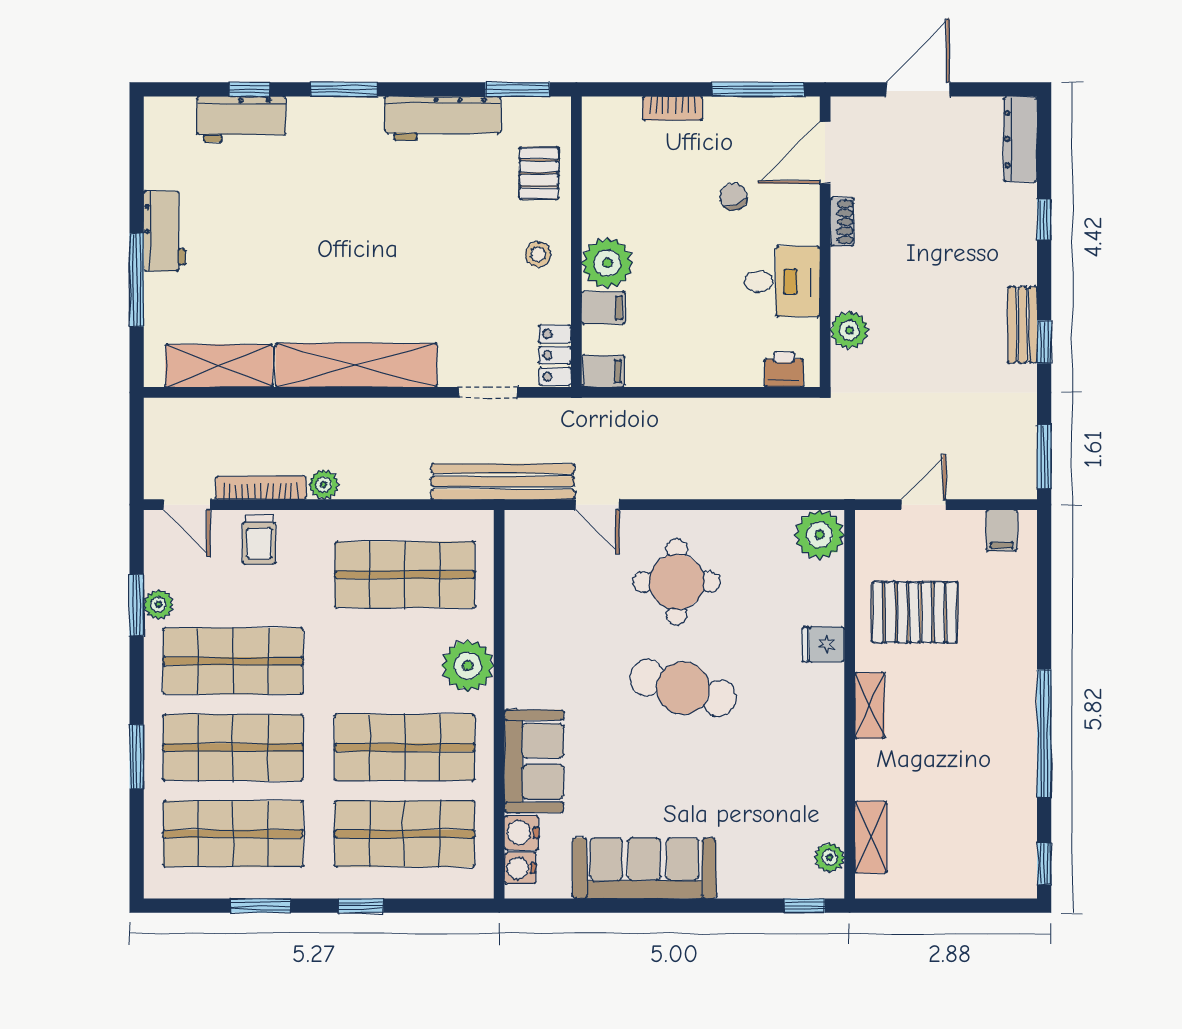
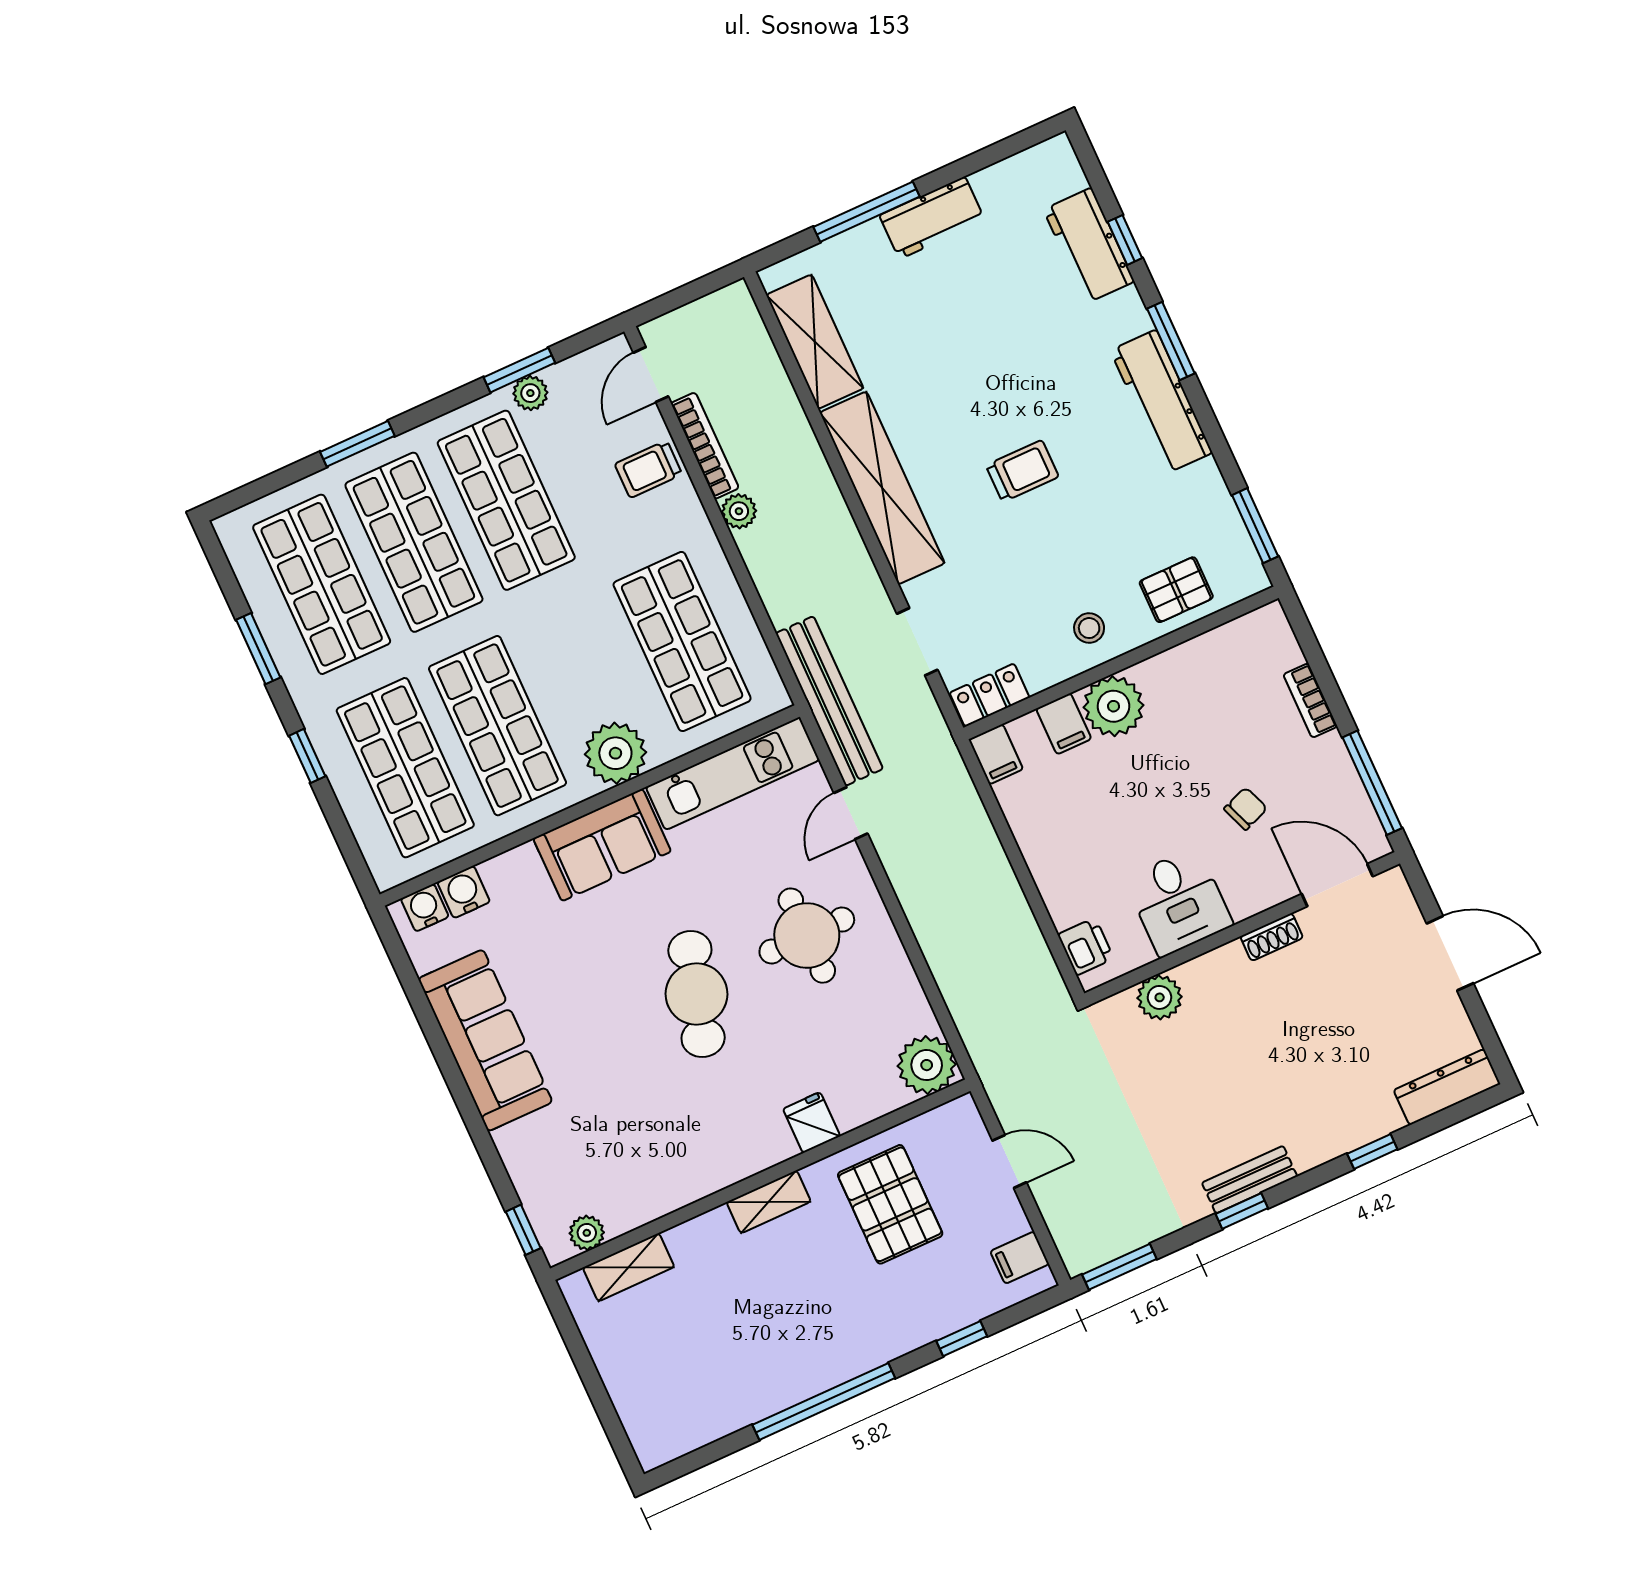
workbench: (443, 118) -> (1161, 402), moved
trolley: (393, 251) -> (1022, 471), added
kitchen unit: (525, 582) -> (733, 774), added
sofa: (534, 761) -> (602, 845), moved
window: (1044, 864) -> (962, 1339), moved

